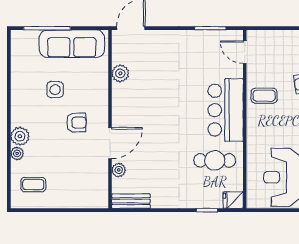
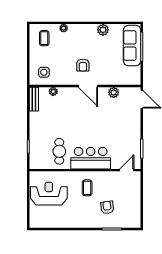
sofa: (72, 44) -> (132, 46), moved
side table: (55, 90) -> (44, 72), moved
coffee table: (264, 96) -> (87, 188), moved
plant: (20, 136) -> (103, 30), moved
door: (110, 143) -> (88, 86), moved
fridge: (233, 200) -> (34, 163), removed

